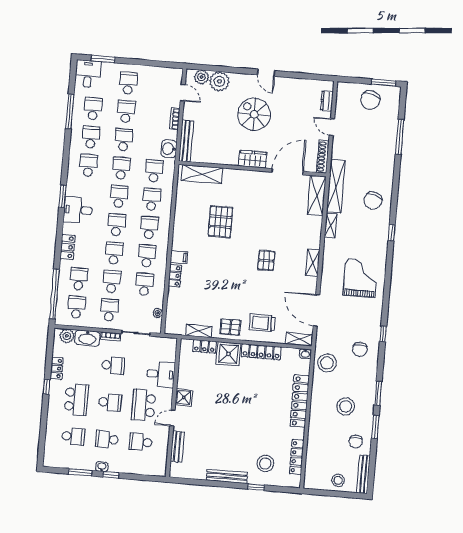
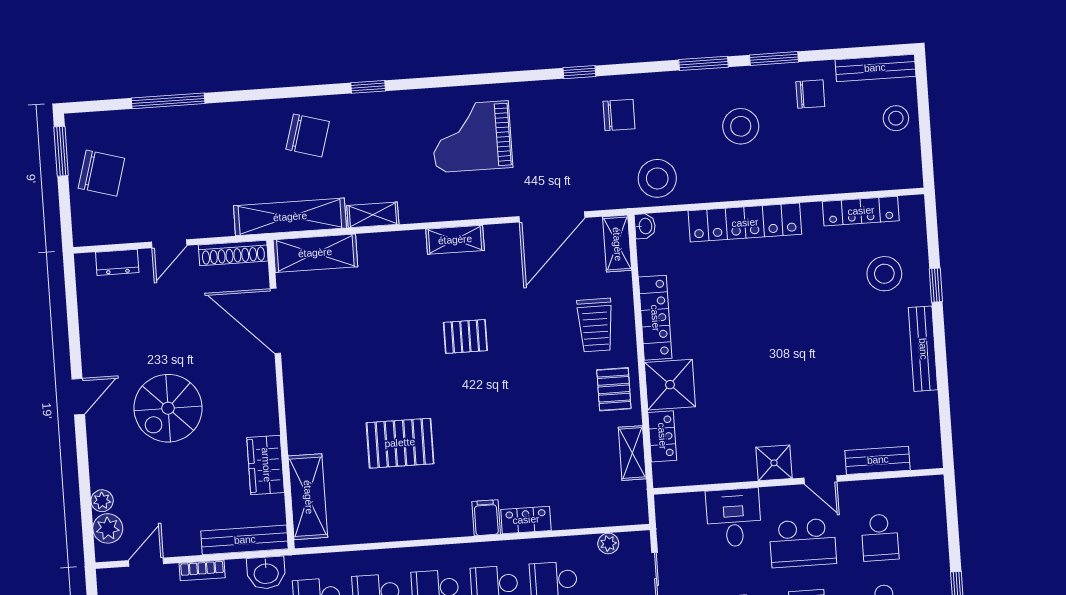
plant: (219, 81) -> (102, 501), width x0.53, depth x0.53
wardrobe: (253, 159) -> (266, 465), moved

